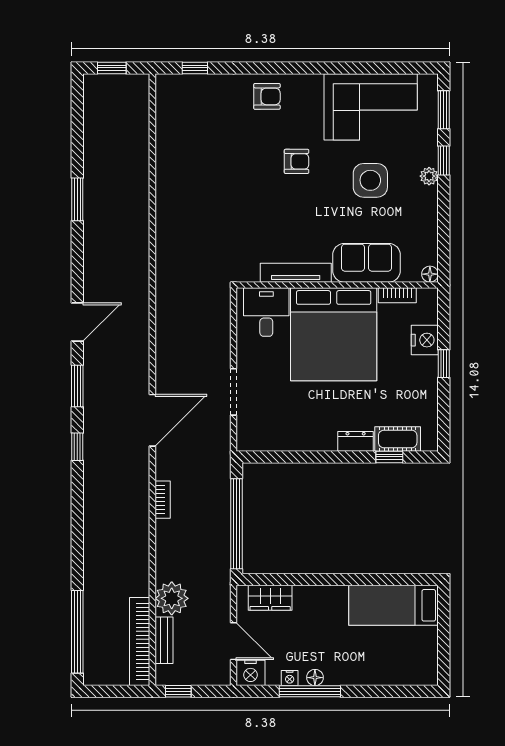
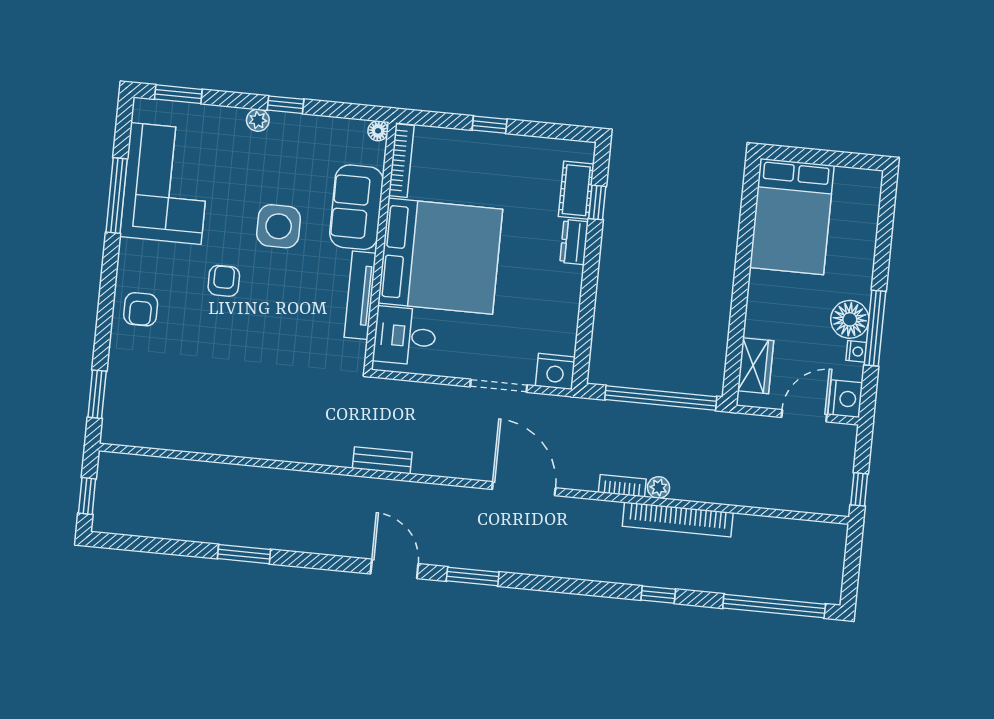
window: (195, 68) -> (97, 394), width x1.50
window: (357, 68) -> (117, 195), added
armchair: (267, 96) -> (141, 309), turned 180
window: (444, 161) -> (286, 105), moved
side table: (370, 180) -> (279, 226), moved
bookcase: (397, 295) -> (401, 161), width x1.56
nightstand: (425, 340) -> (555, 371), moved, turned 180
window: (77, 447) -> (658, 595), moved
plant: (172, 598) -> (659, 488), moved, width x0.53, depth x0.53
bed: (393, 605) -> (792, 217), width x1.50
bench: (164, 640) -> (382, 460), moved
bookcase: (140, 641) -> (678, 520), moved
floor lamp: (315, 678) -> (850, 319), width x1.89, depth x1.89

